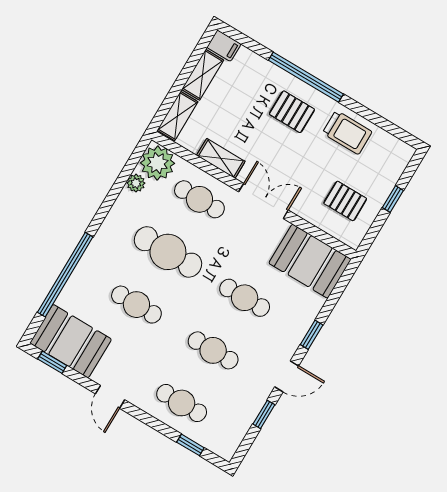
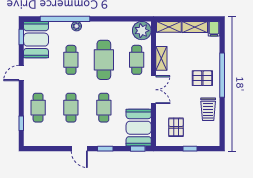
pallet: (292, 112) -> (202, 78), turned 90
plant: (136, 183) -> (77, 26), moved
window: (264, 414) -> (138, 149), moved

